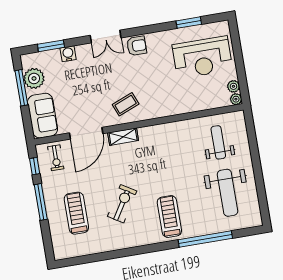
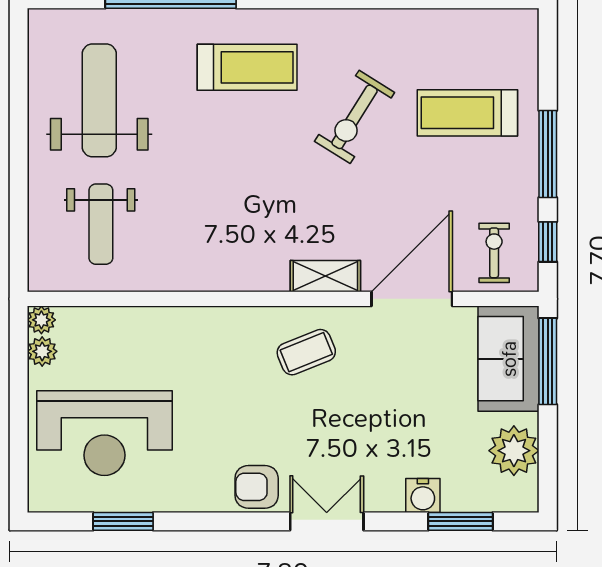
reception desk: (202, 57) -> (104, 433), turned 180
window: (21, 88) -> (548, 361), moved
treadmill: (76, 213) -> (467, 113), turned 90
treadmill: (169, 216) -> (247, 67), turned -90

